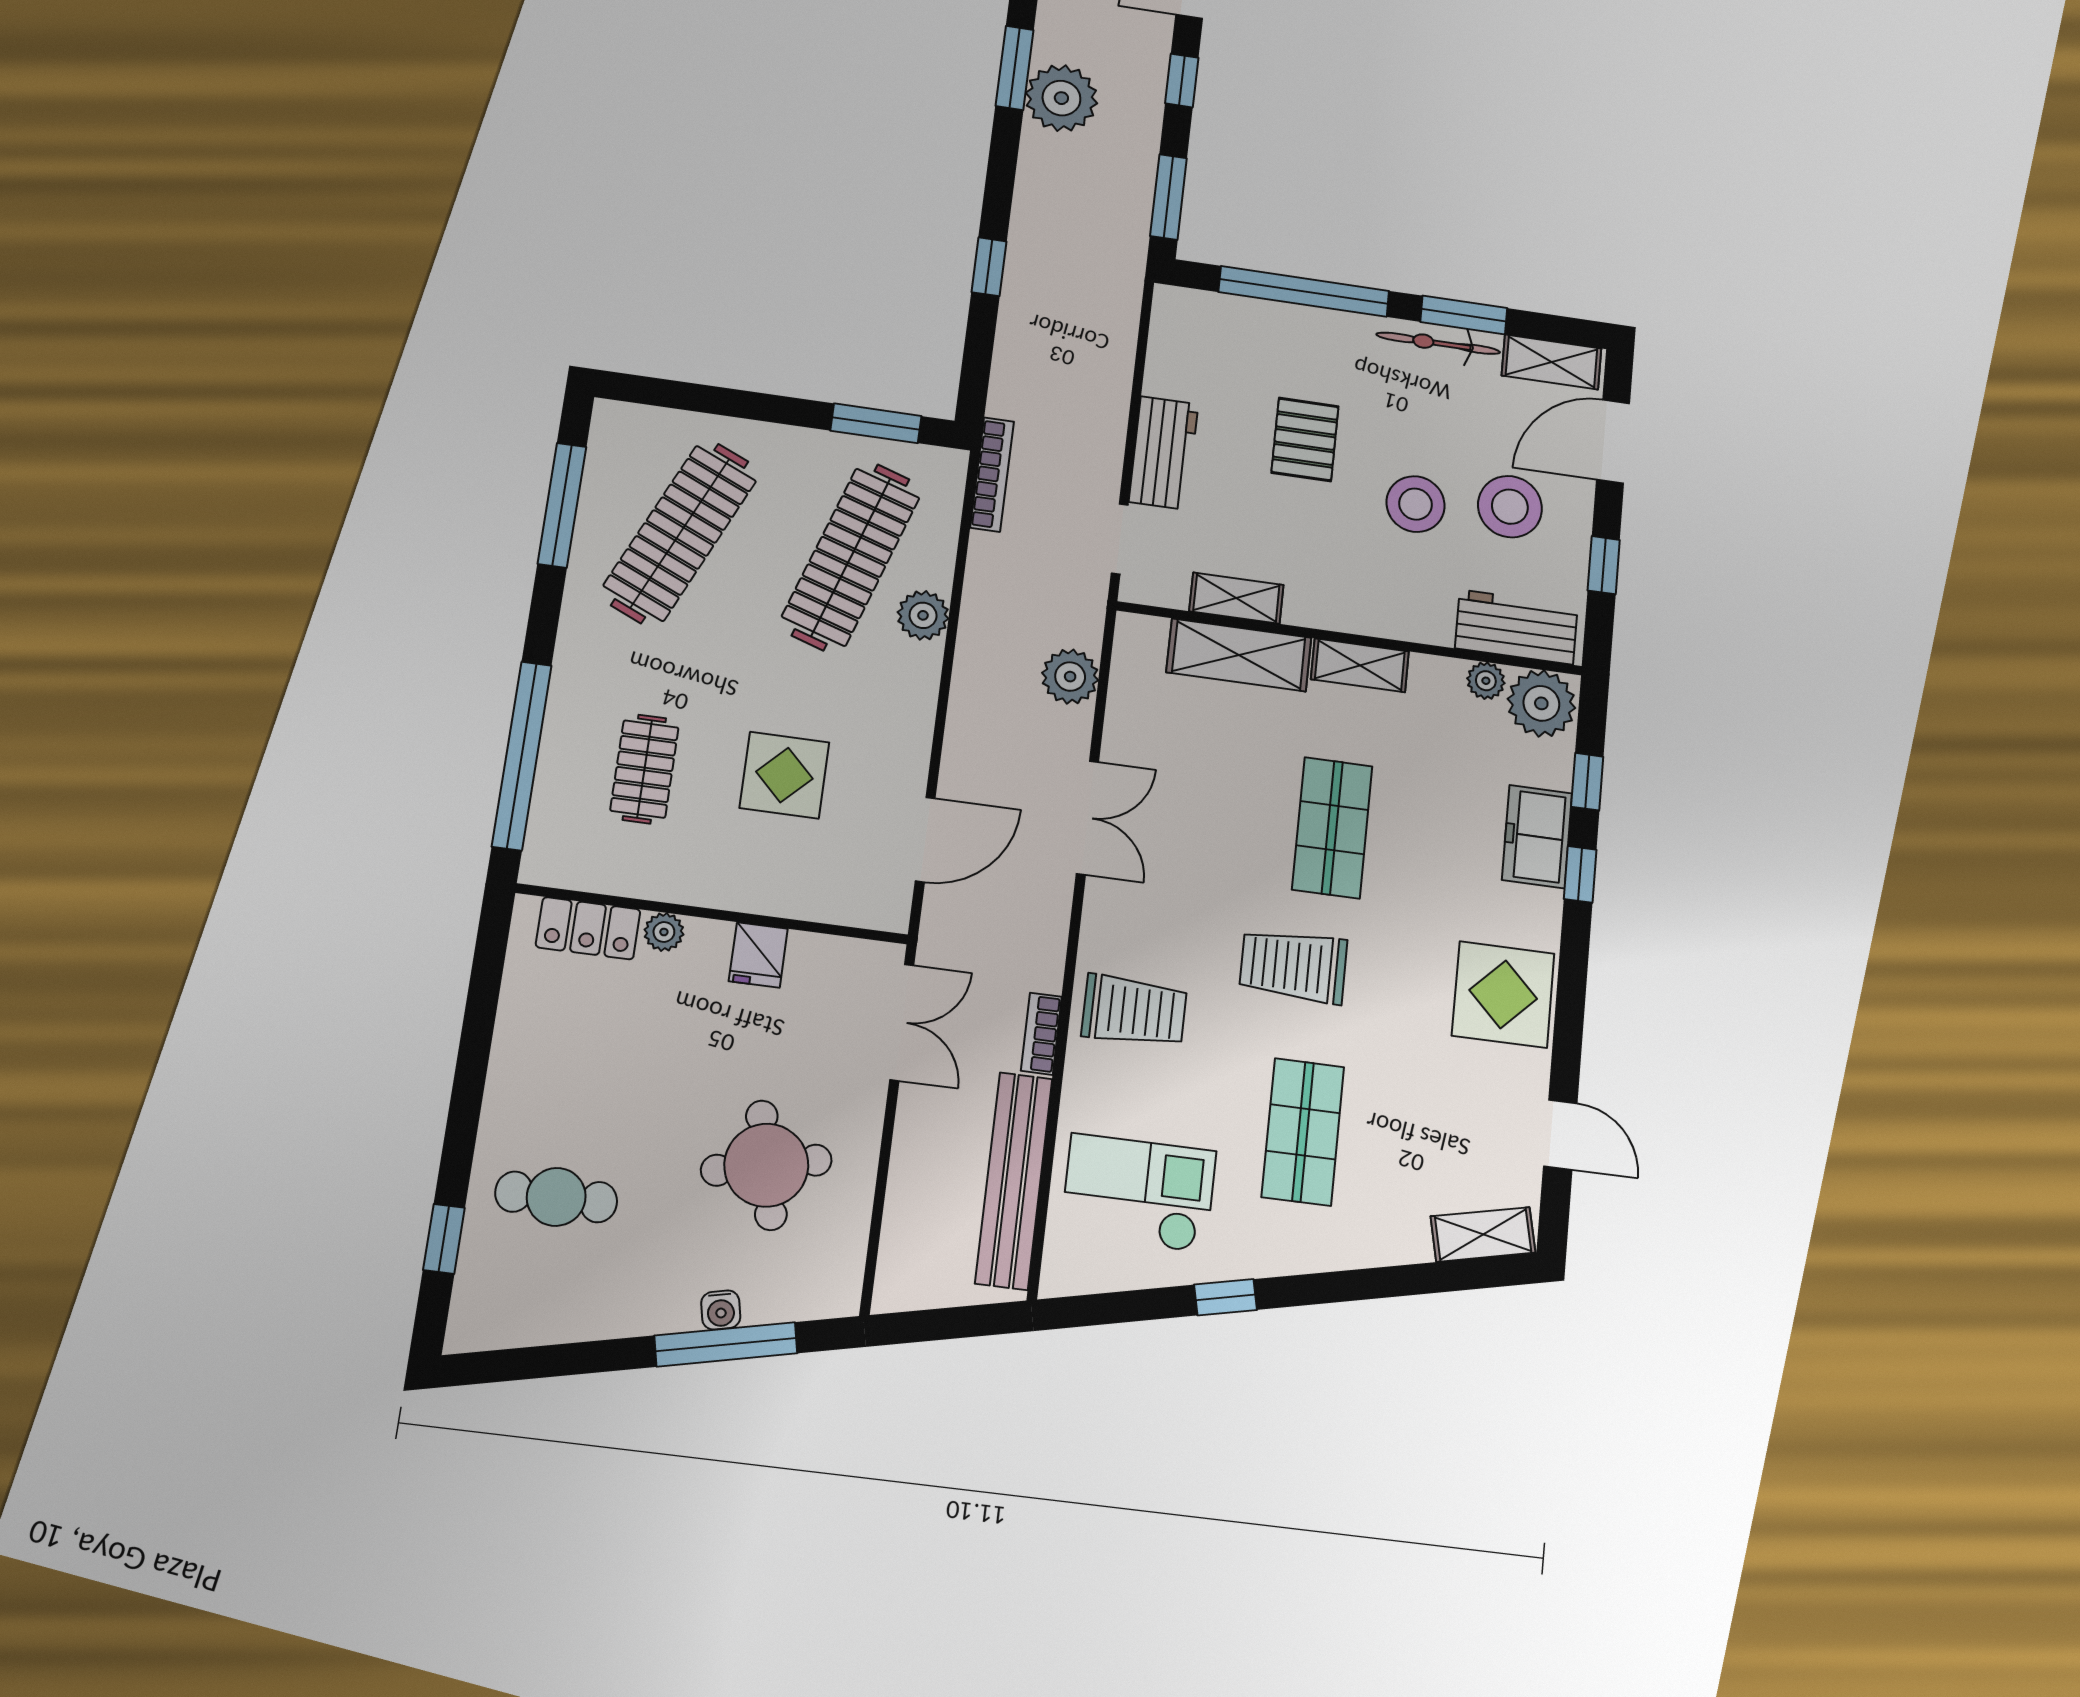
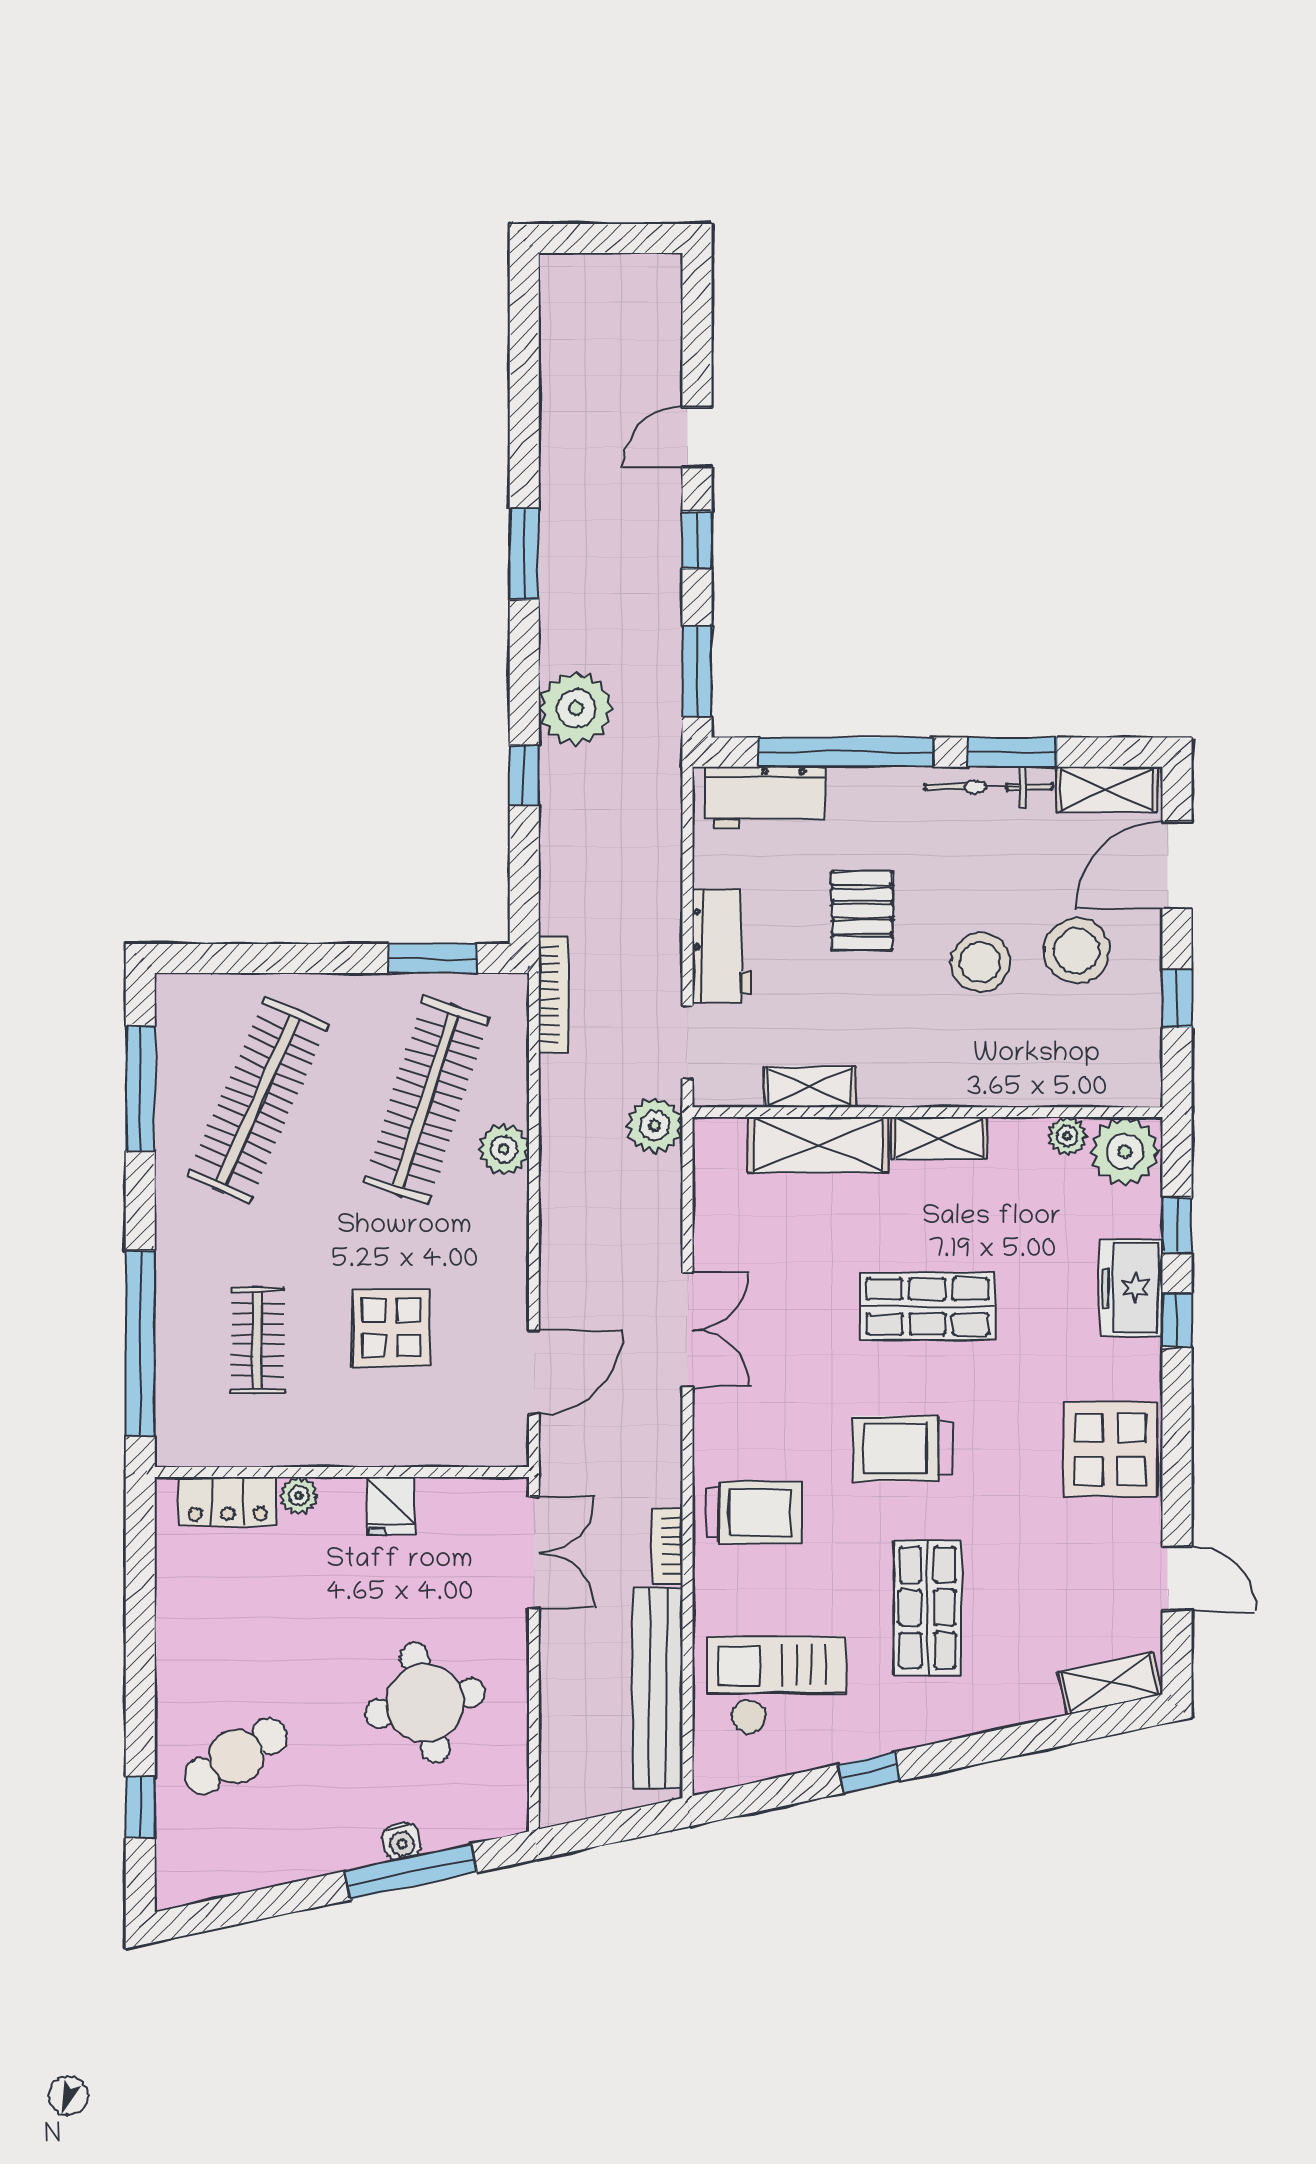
plant: (1061, 98) -> (576, 708), moved
workbench: (1516, 627) -> (765, 798), moved, turned 180
plant: (1070, 677) -> (655, 1126), moved
shop shelf: (1332, 828) -> (927, 1307), turned 90
cafe table: (556, 1197) -> (236, 1757), turned -31

